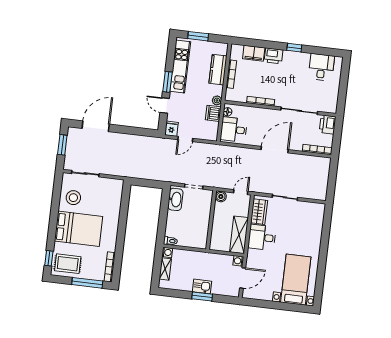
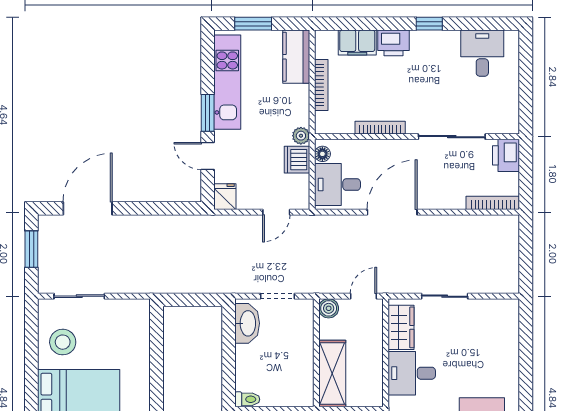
kitchen counter: (218, 70) -> (296, 57), moved
door: (185, 139) -> (276, 212), moved
door: (275, 150) -> (392, 212), moved
shelving: (239, 235) -> (332, 374), moved

